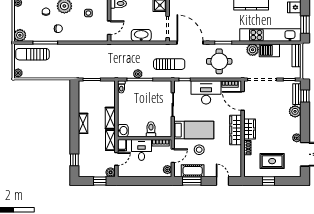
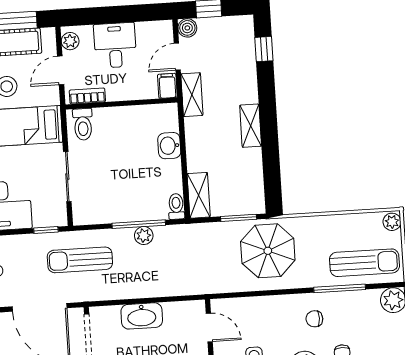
door: (109, 28) -> (209, 327), swing flipped
parasol: (79, 63) -> (268, 251), added
shelving: (110, 118) -> (199, 195), moved
toilet: (151, 129) -> (83, 124), moved
washbasin: (123, 131) -> (169, 146), moved
desk: (141, 150) -> (115, 45), moved, turned 180

